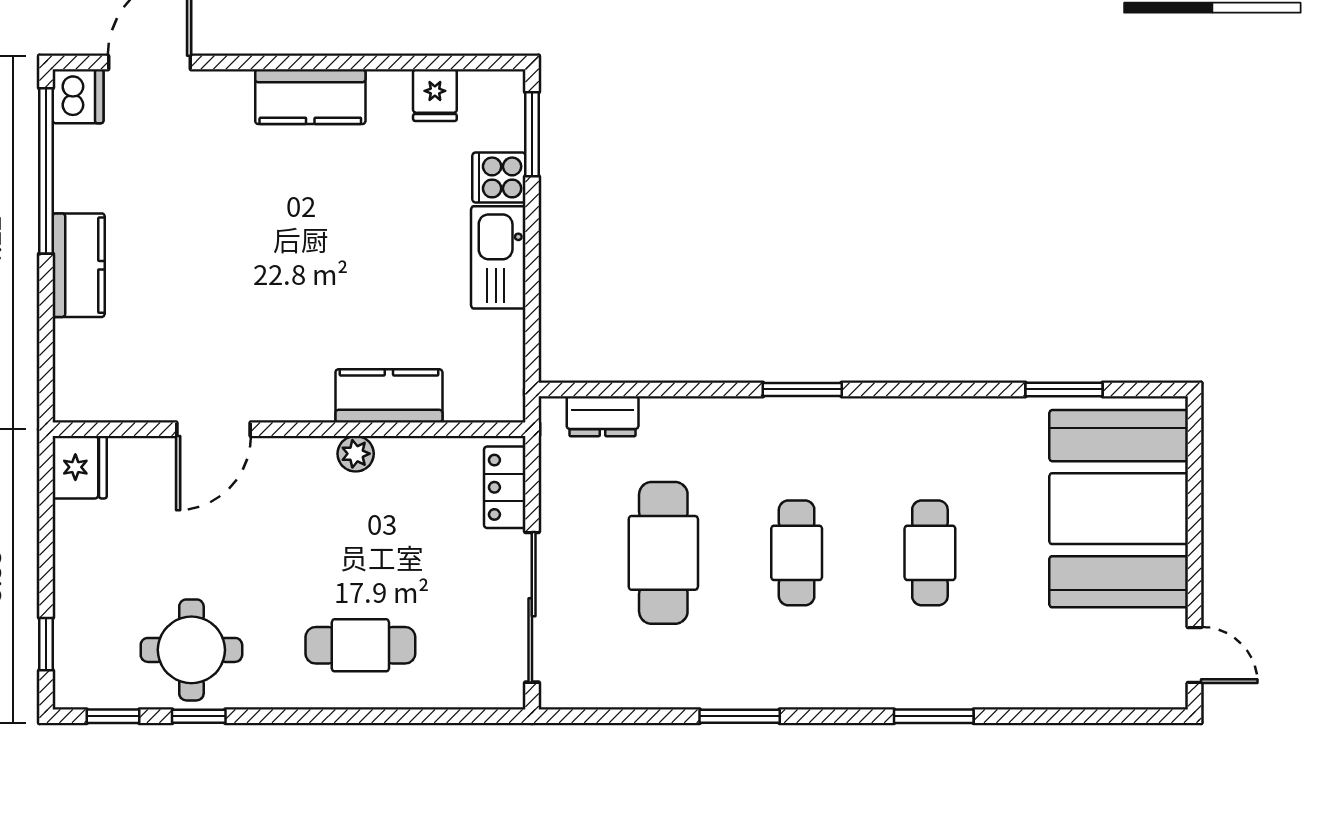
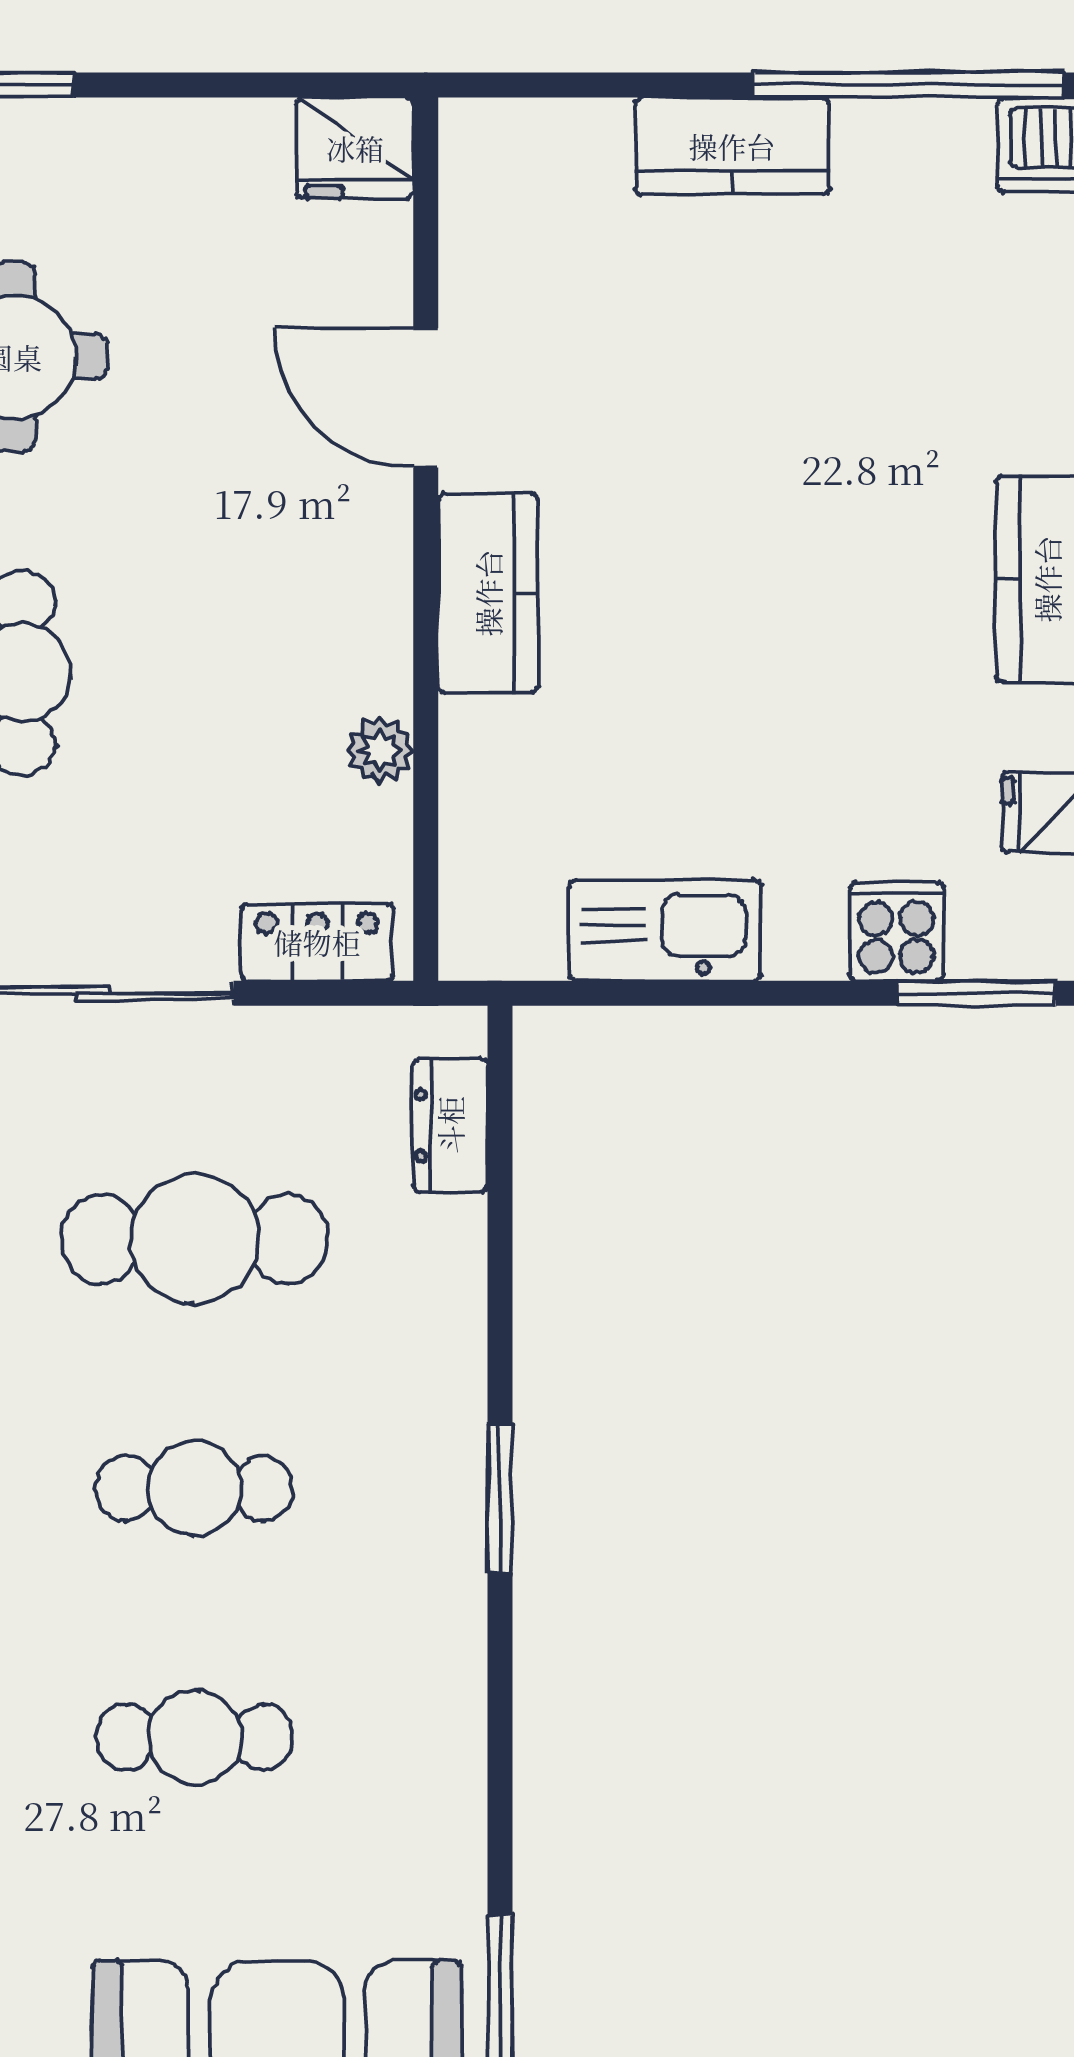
kitchen sink: (498, 257) -> (665, 930), moved
kitchen counter: (389, 396) -> (488, 593), moved
plant: (356, 454) -> (380, 750), moved

